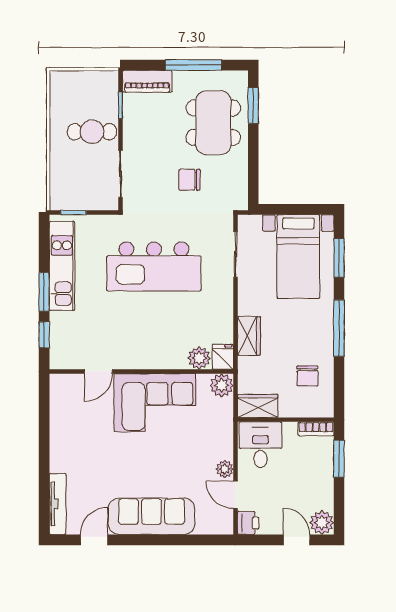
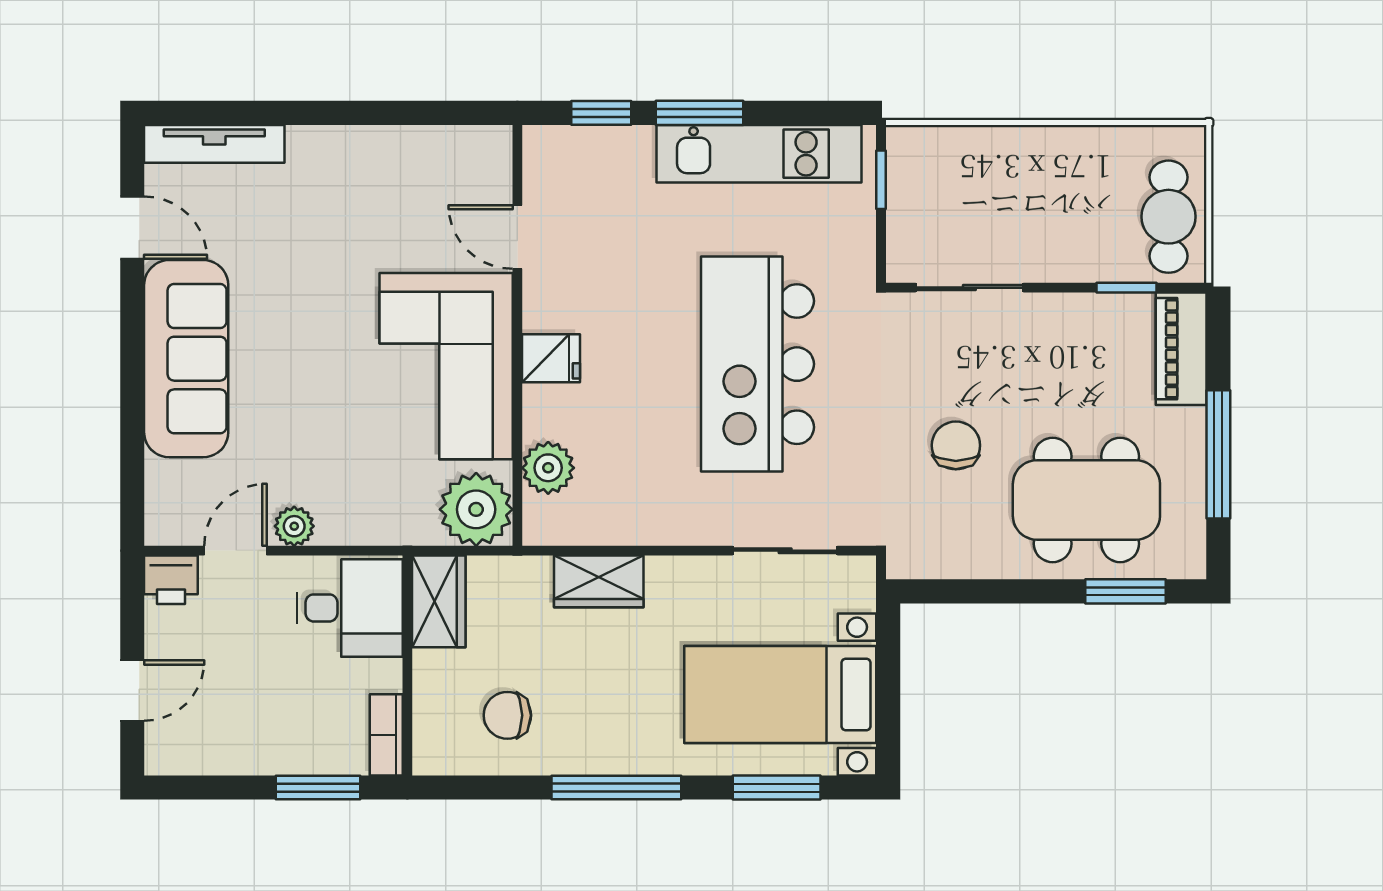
cafe table: (92, 132) -> (1168, 217), moved
fridge: (223, 357) -> (551, 358), moved
plant: (222, 385) -> (476, 509), width x1.36, depth x1.36
plant: (322, 523) -> (172, 748), removed

